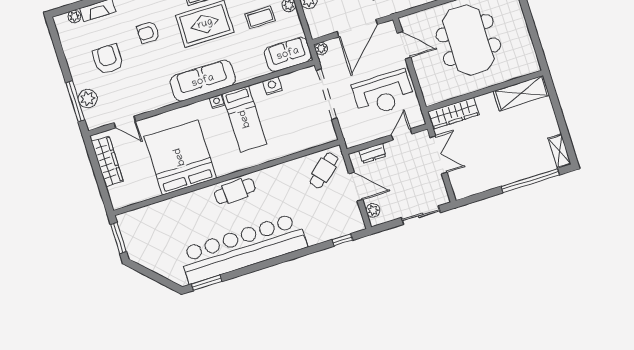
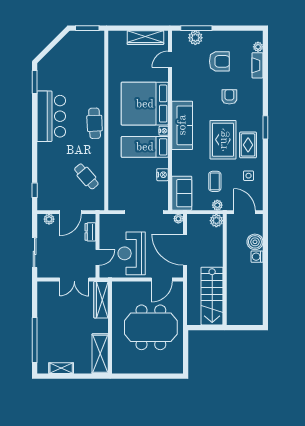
door: (402, 134) -> (98, 257), hinge flipped
shelving: (560, 151) -> (61, 368), moved
bed: (180, 157) -> (145, 104), moved, turned 180
cafe table: (324, 170) -> (86, 176), moved
bar counter: (243, 248) -> (51, 116), width x0.54

